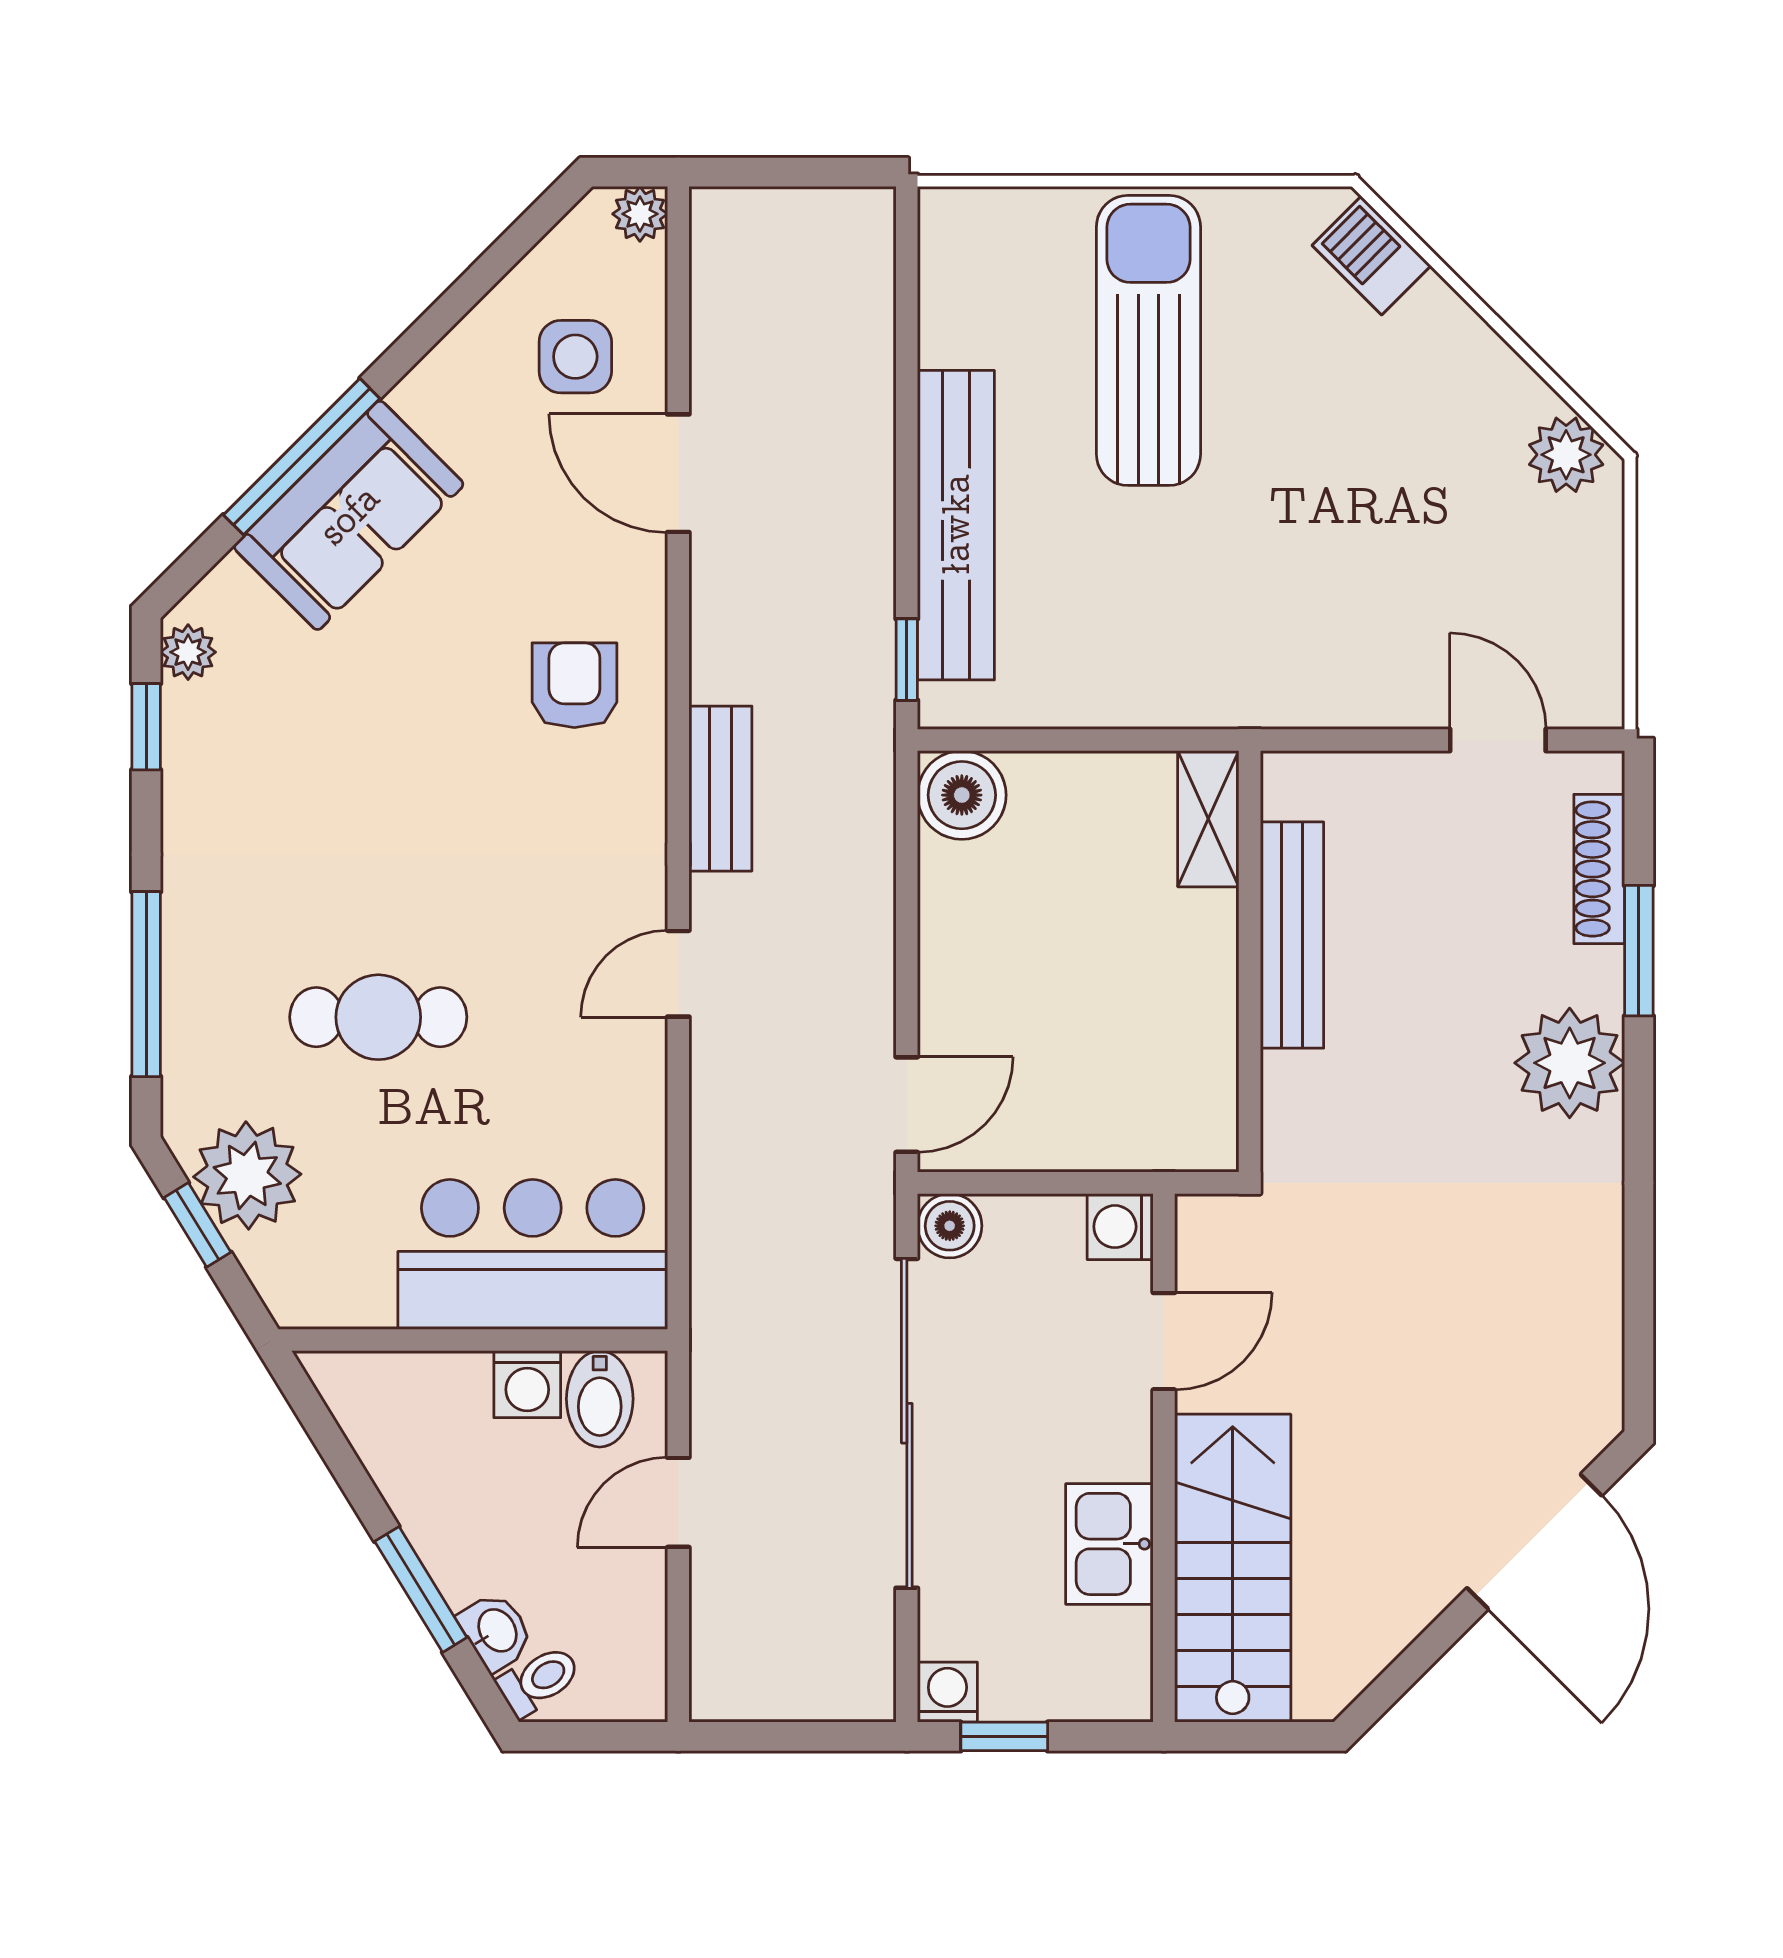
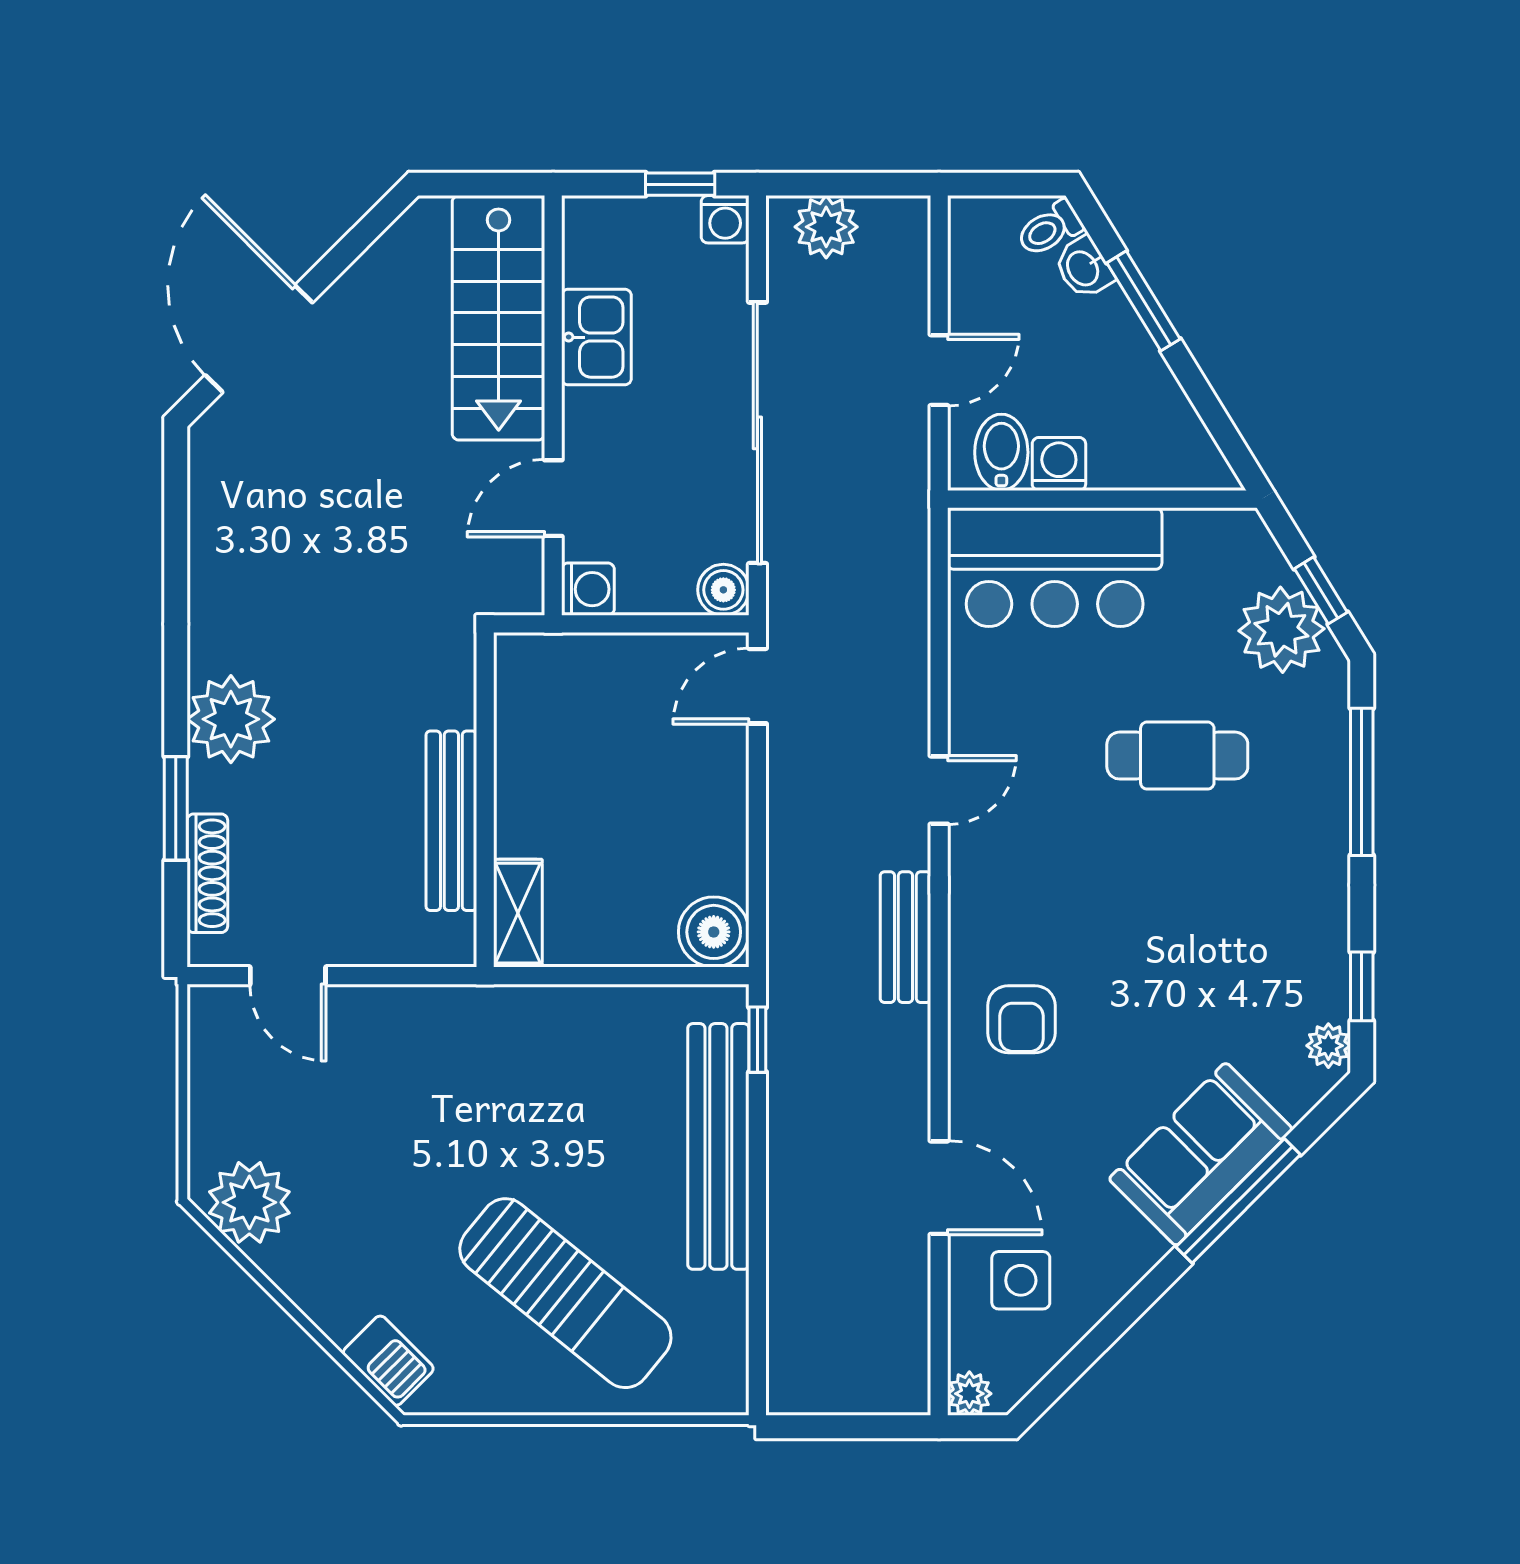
sun lounger: (1148, 340) -> (565, 1293), turned -51
plant: (1566, 455) -> (249, 1202), width x1.36, depth x1.36
plant: (820, 1683) -> (826, 227), added

